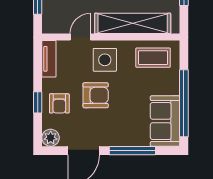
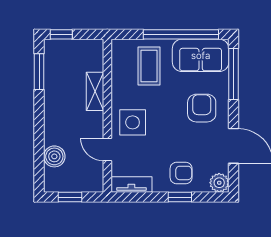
shelving: (133, 23) -> (95, 91), width x0.45, depth x0.75
coffee table: (153, 58) -> (149, 66), moved
armchair: (96, 95) -> (202, 108), moved
window: (132, 151) -> (234, 74), moved

